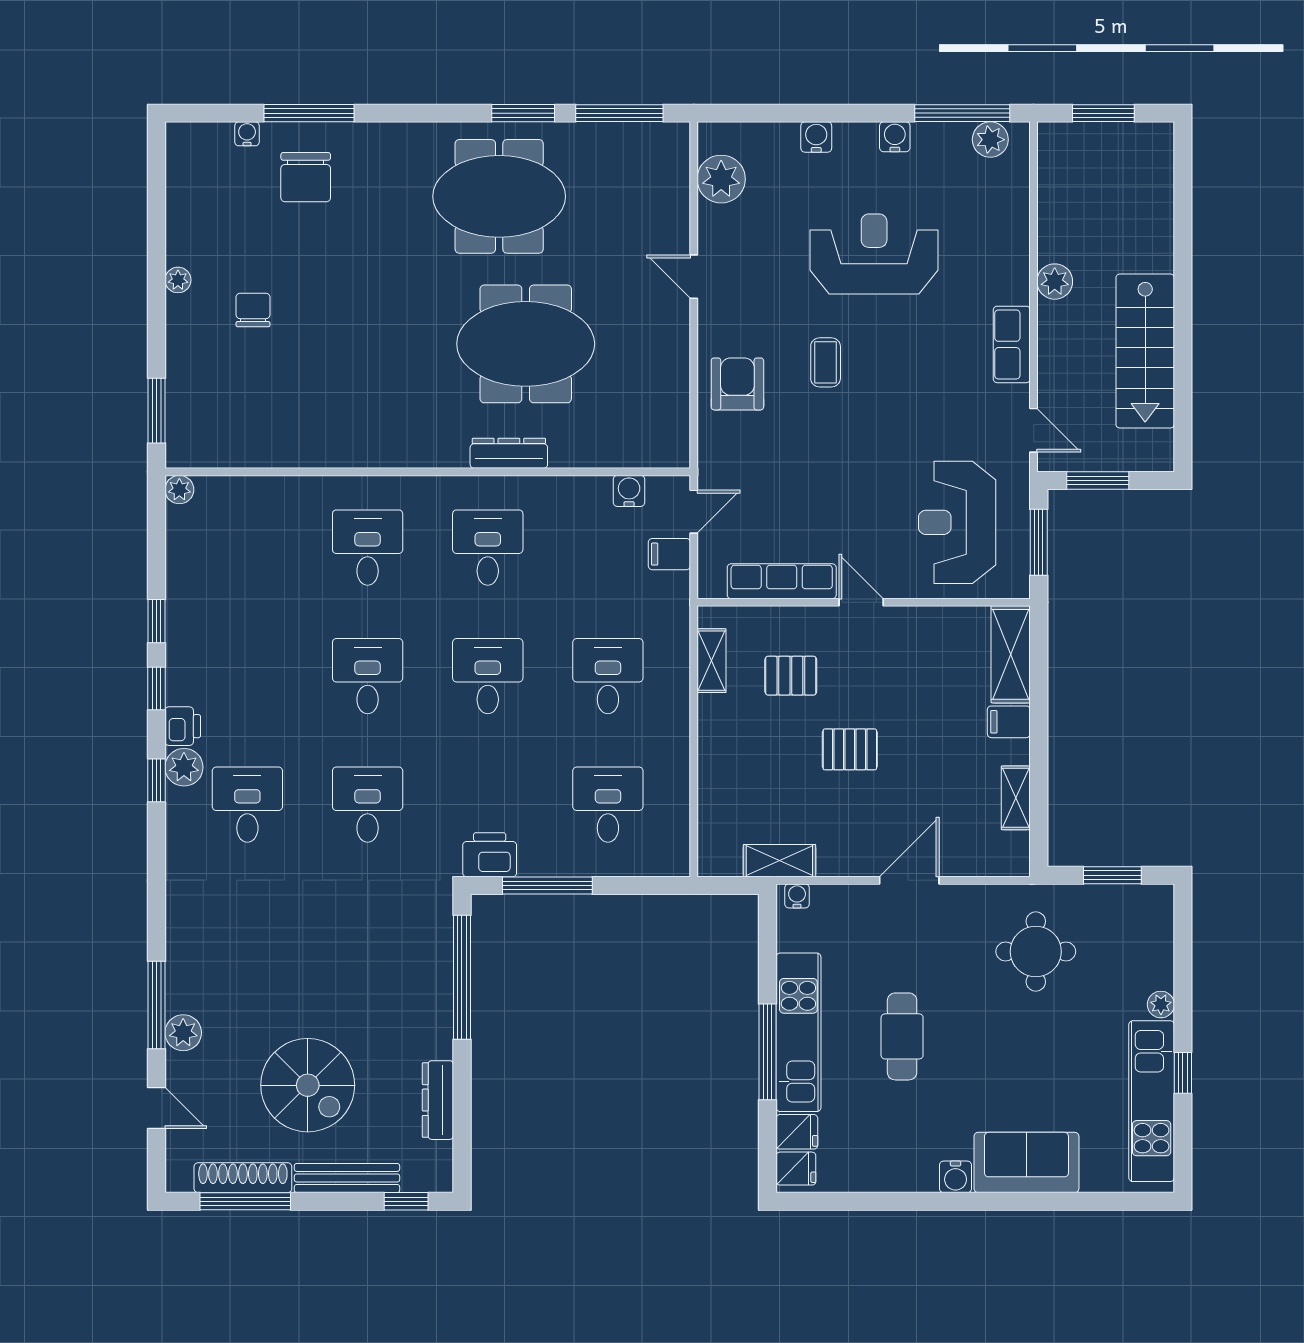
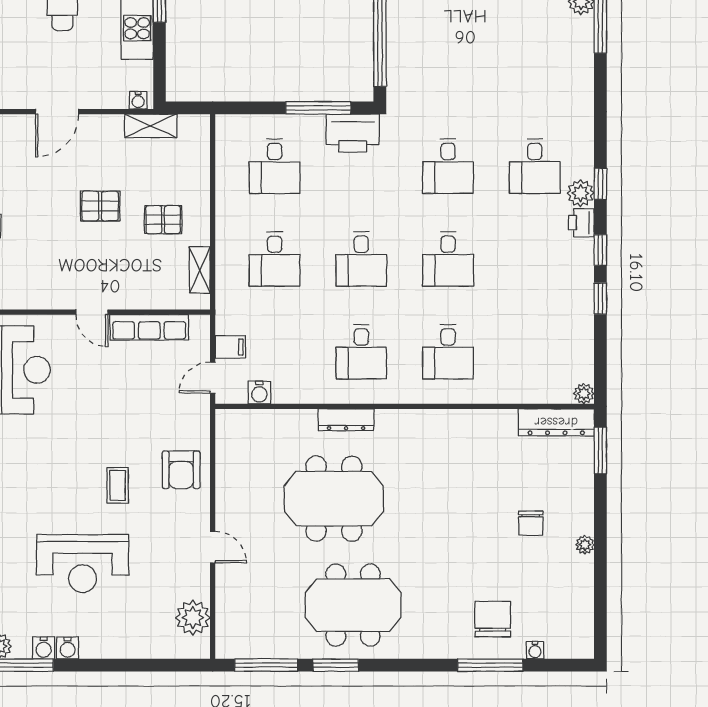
water cooler: (816, 137) -> (44, 648), moved
dresser: (218, 450) -> (556, 422), added
pallet: (791, 676) -> (163, 220), moved
printer: (490, 855) -> (353, 133), width x1.37, depth x1.19

